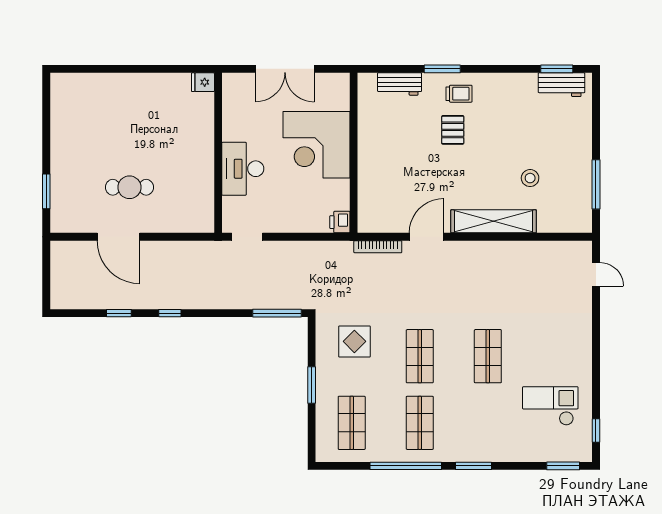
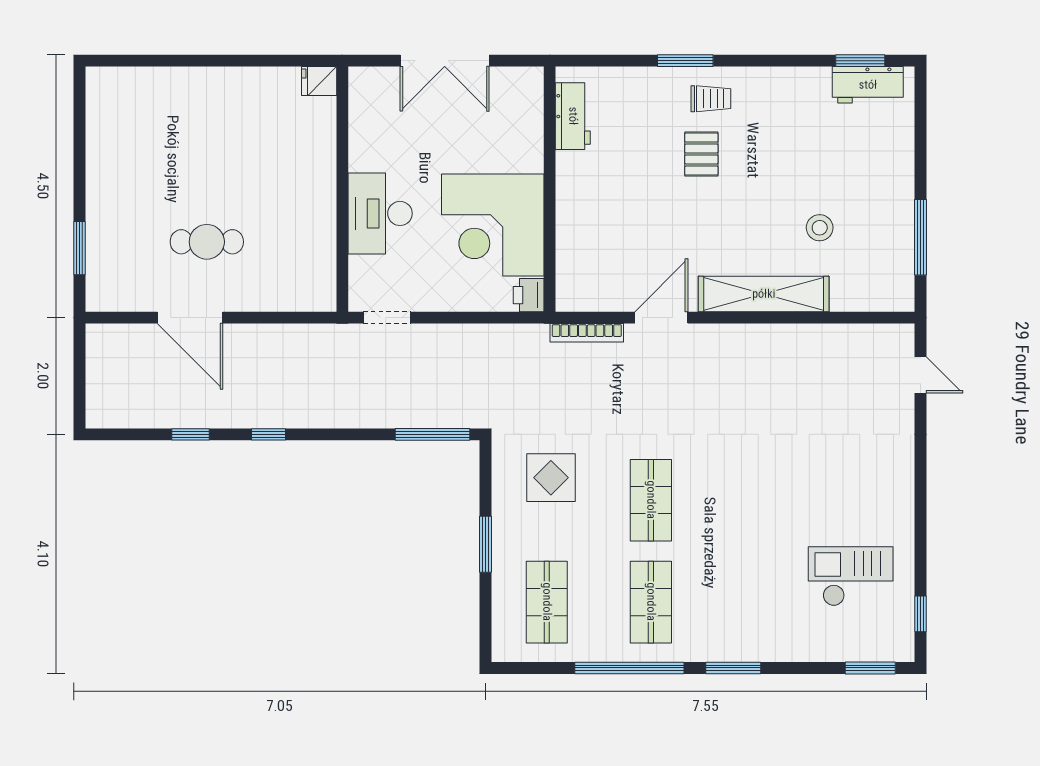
workbench: (400, 84) -> (573, 116), moved, turned -90
corner desk: (316, 145) -> (493, 225), moved
shop shelf: (488, 356) -> (755, 500), removed

